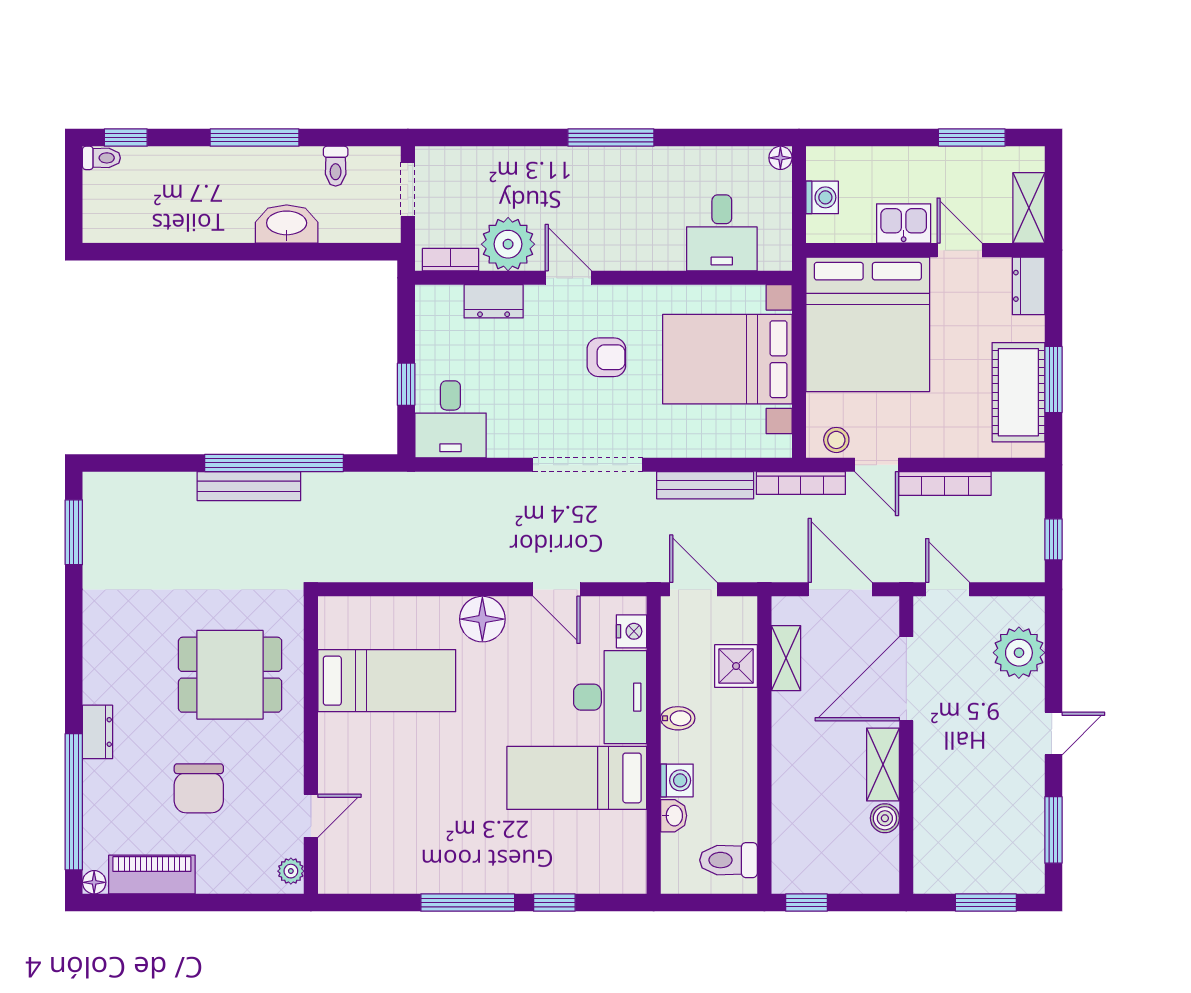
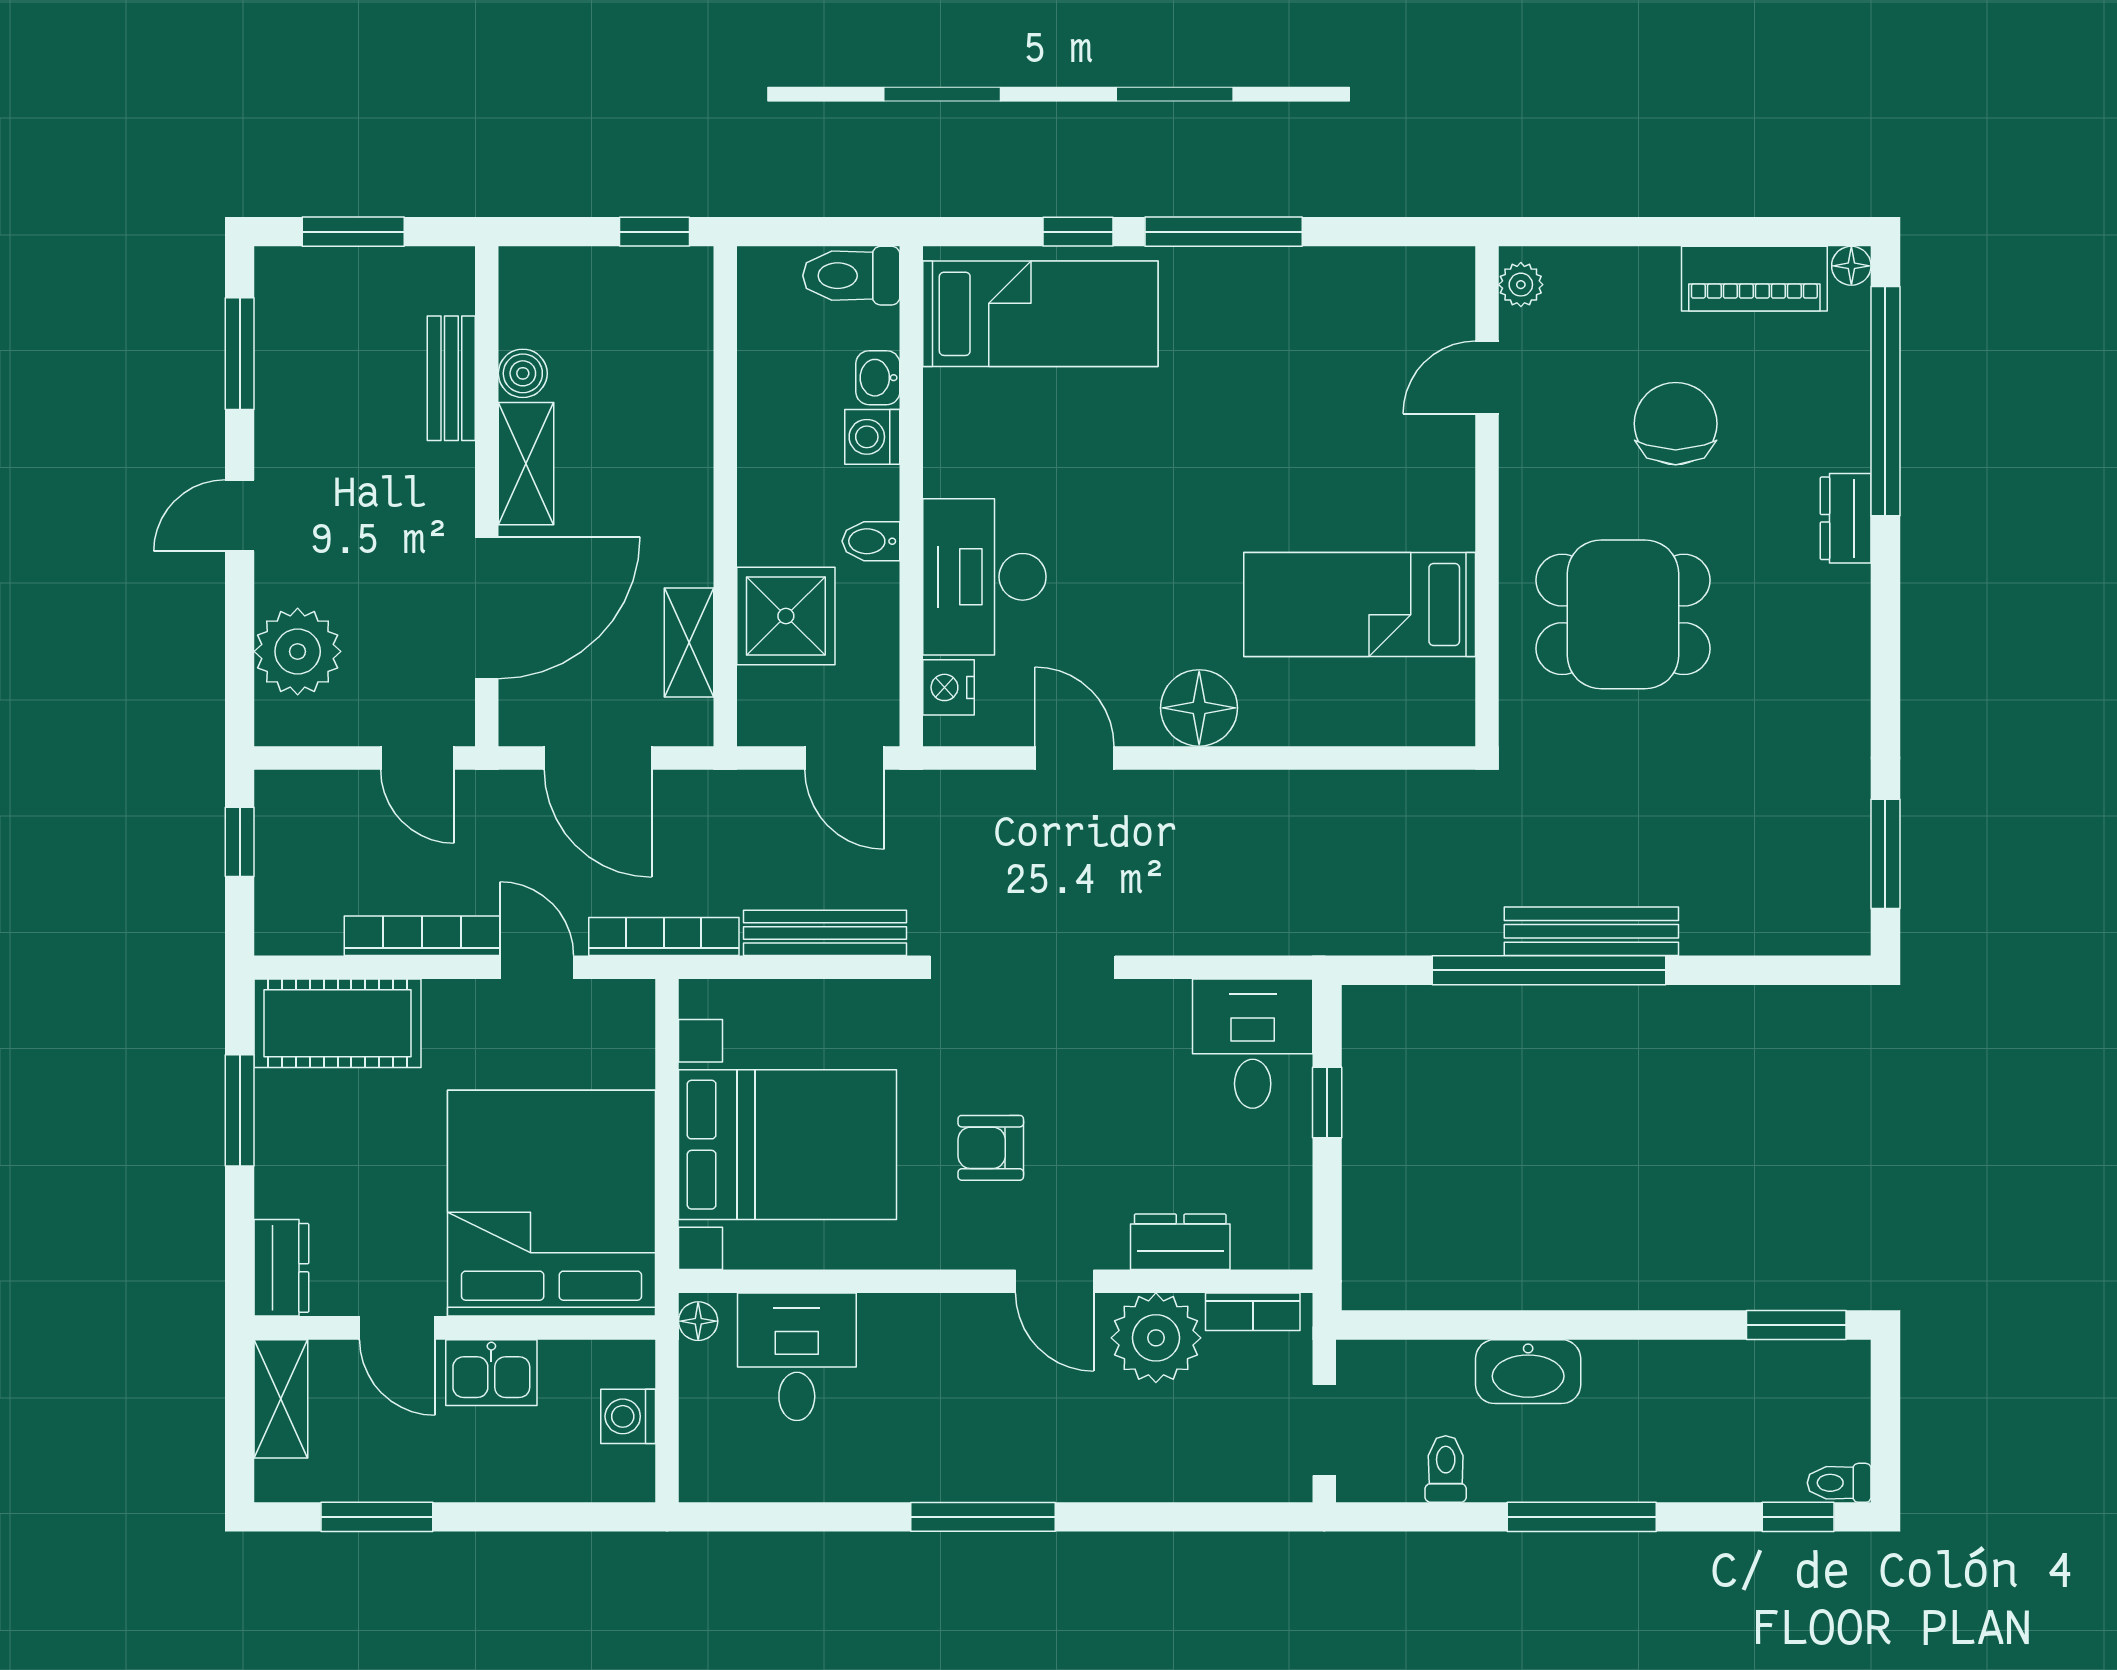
floor lamp: (780, 158) -> (698, 1321), moved
window: (127, 252) -> (1796, 1325), added
cot: (1018, 392) -> (338, 1023), moved, turned 90
stool: (836, 440) -> (604, 1009), removed
shower: (736, 666) -> (786, 616), width x1.36, depth x1.36
bed: (577, 778) -> (1040, 314), moved
bench: (927, 815) -> (451, 378), added
toilet: (729, 860) -> (851, 276), moved, turned 180

